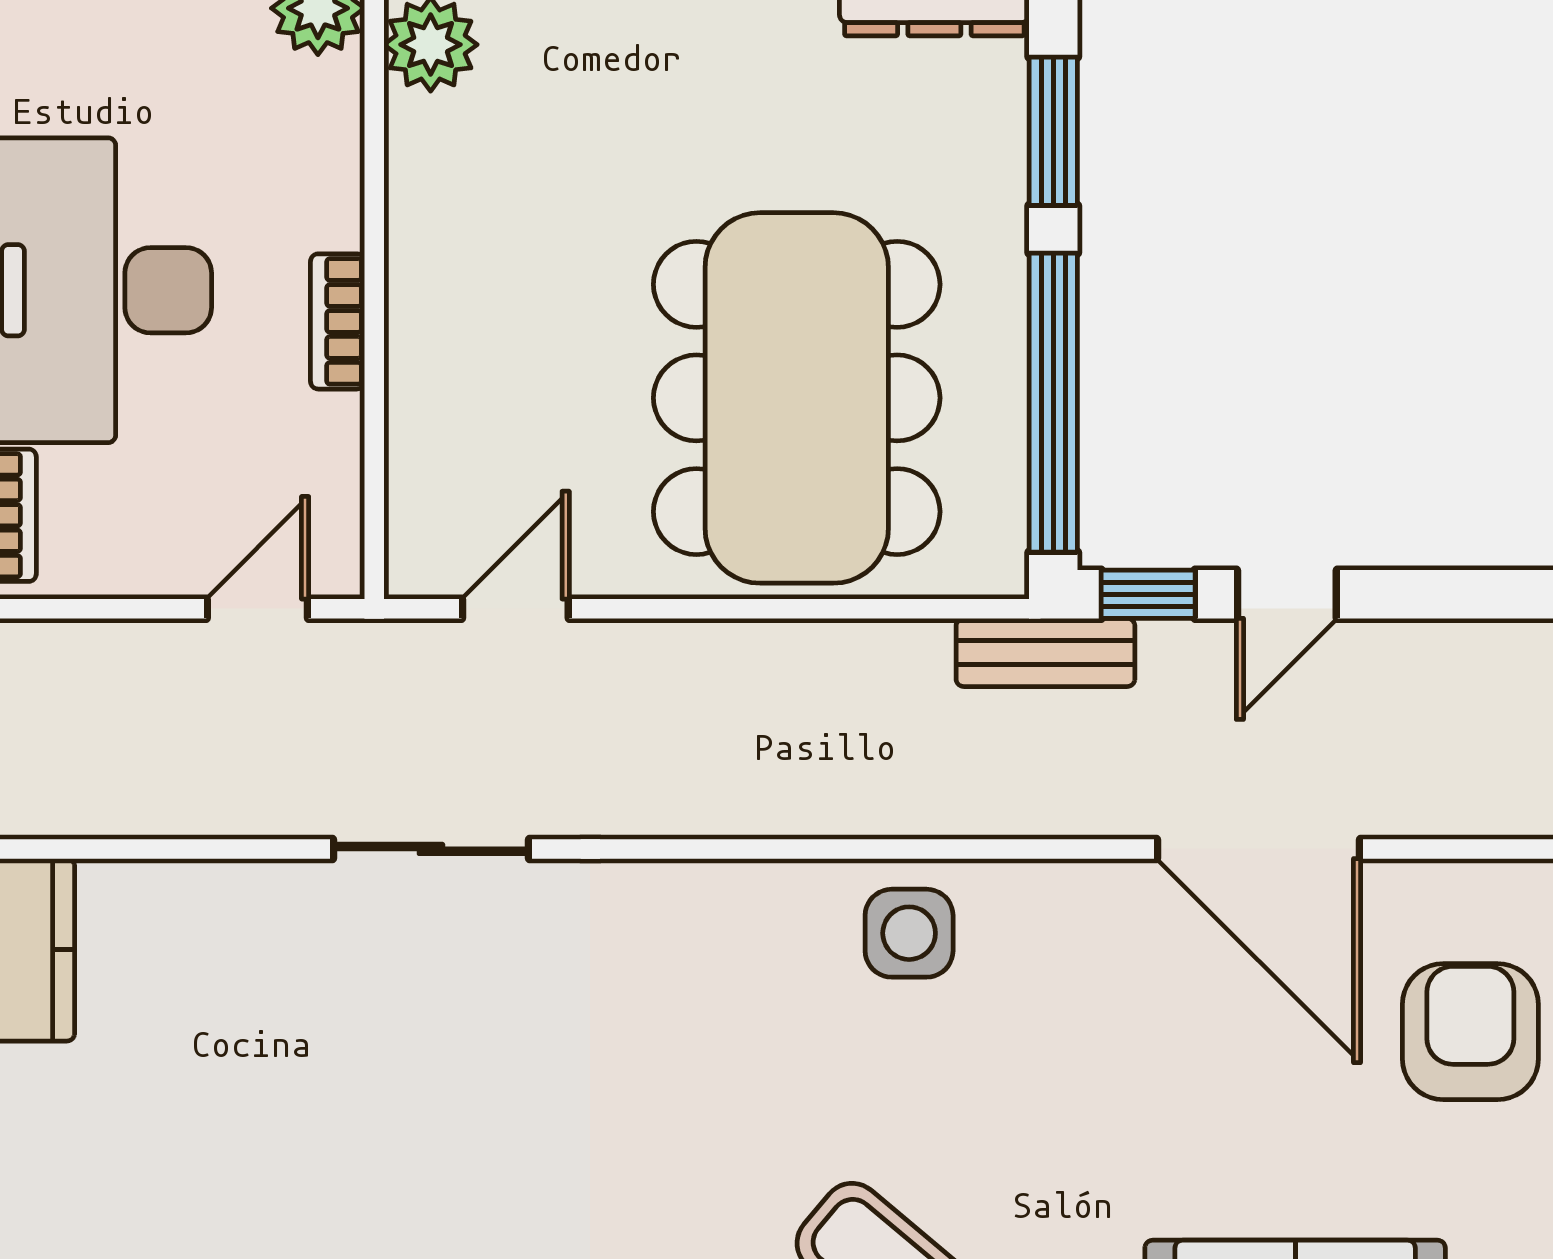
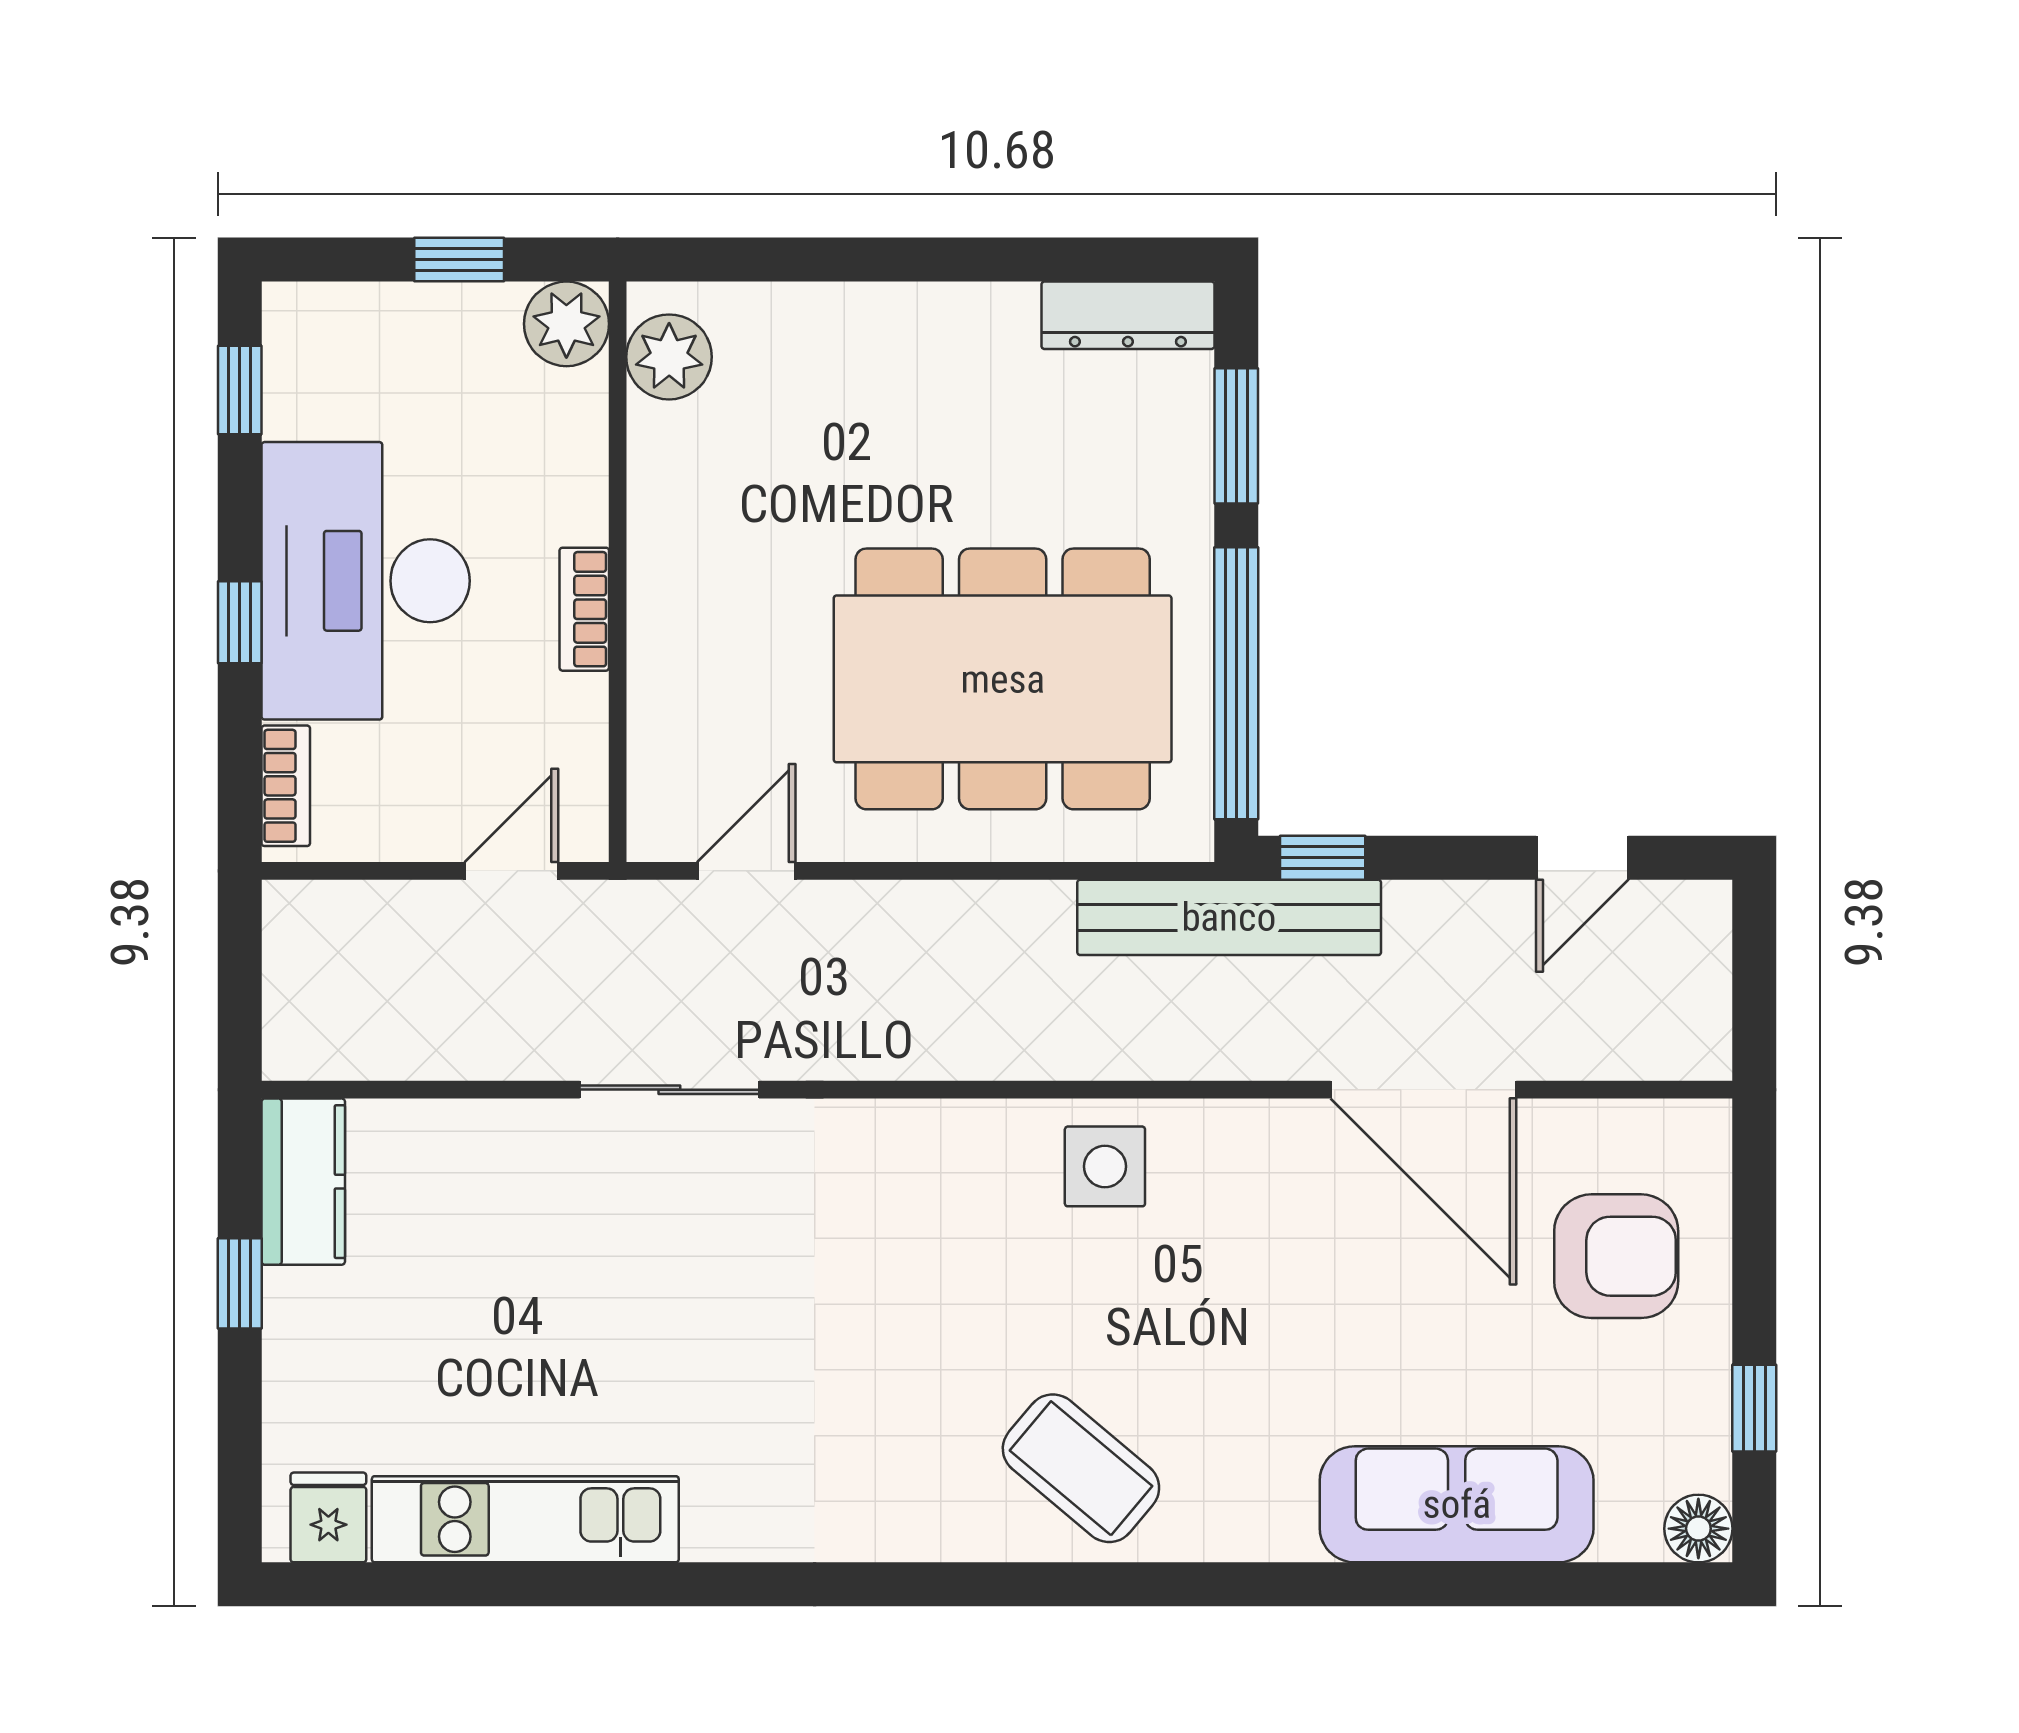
dining table: (797, 398) -> (1003, 679), turned 90
door: (1287, 594) -> (1582, 858), moved
bench: (1045, 652) -> (1229, 917), width x1.86, depth x1.21
armchair: (1470, 1032) -> (1616, 1256), turned 90

